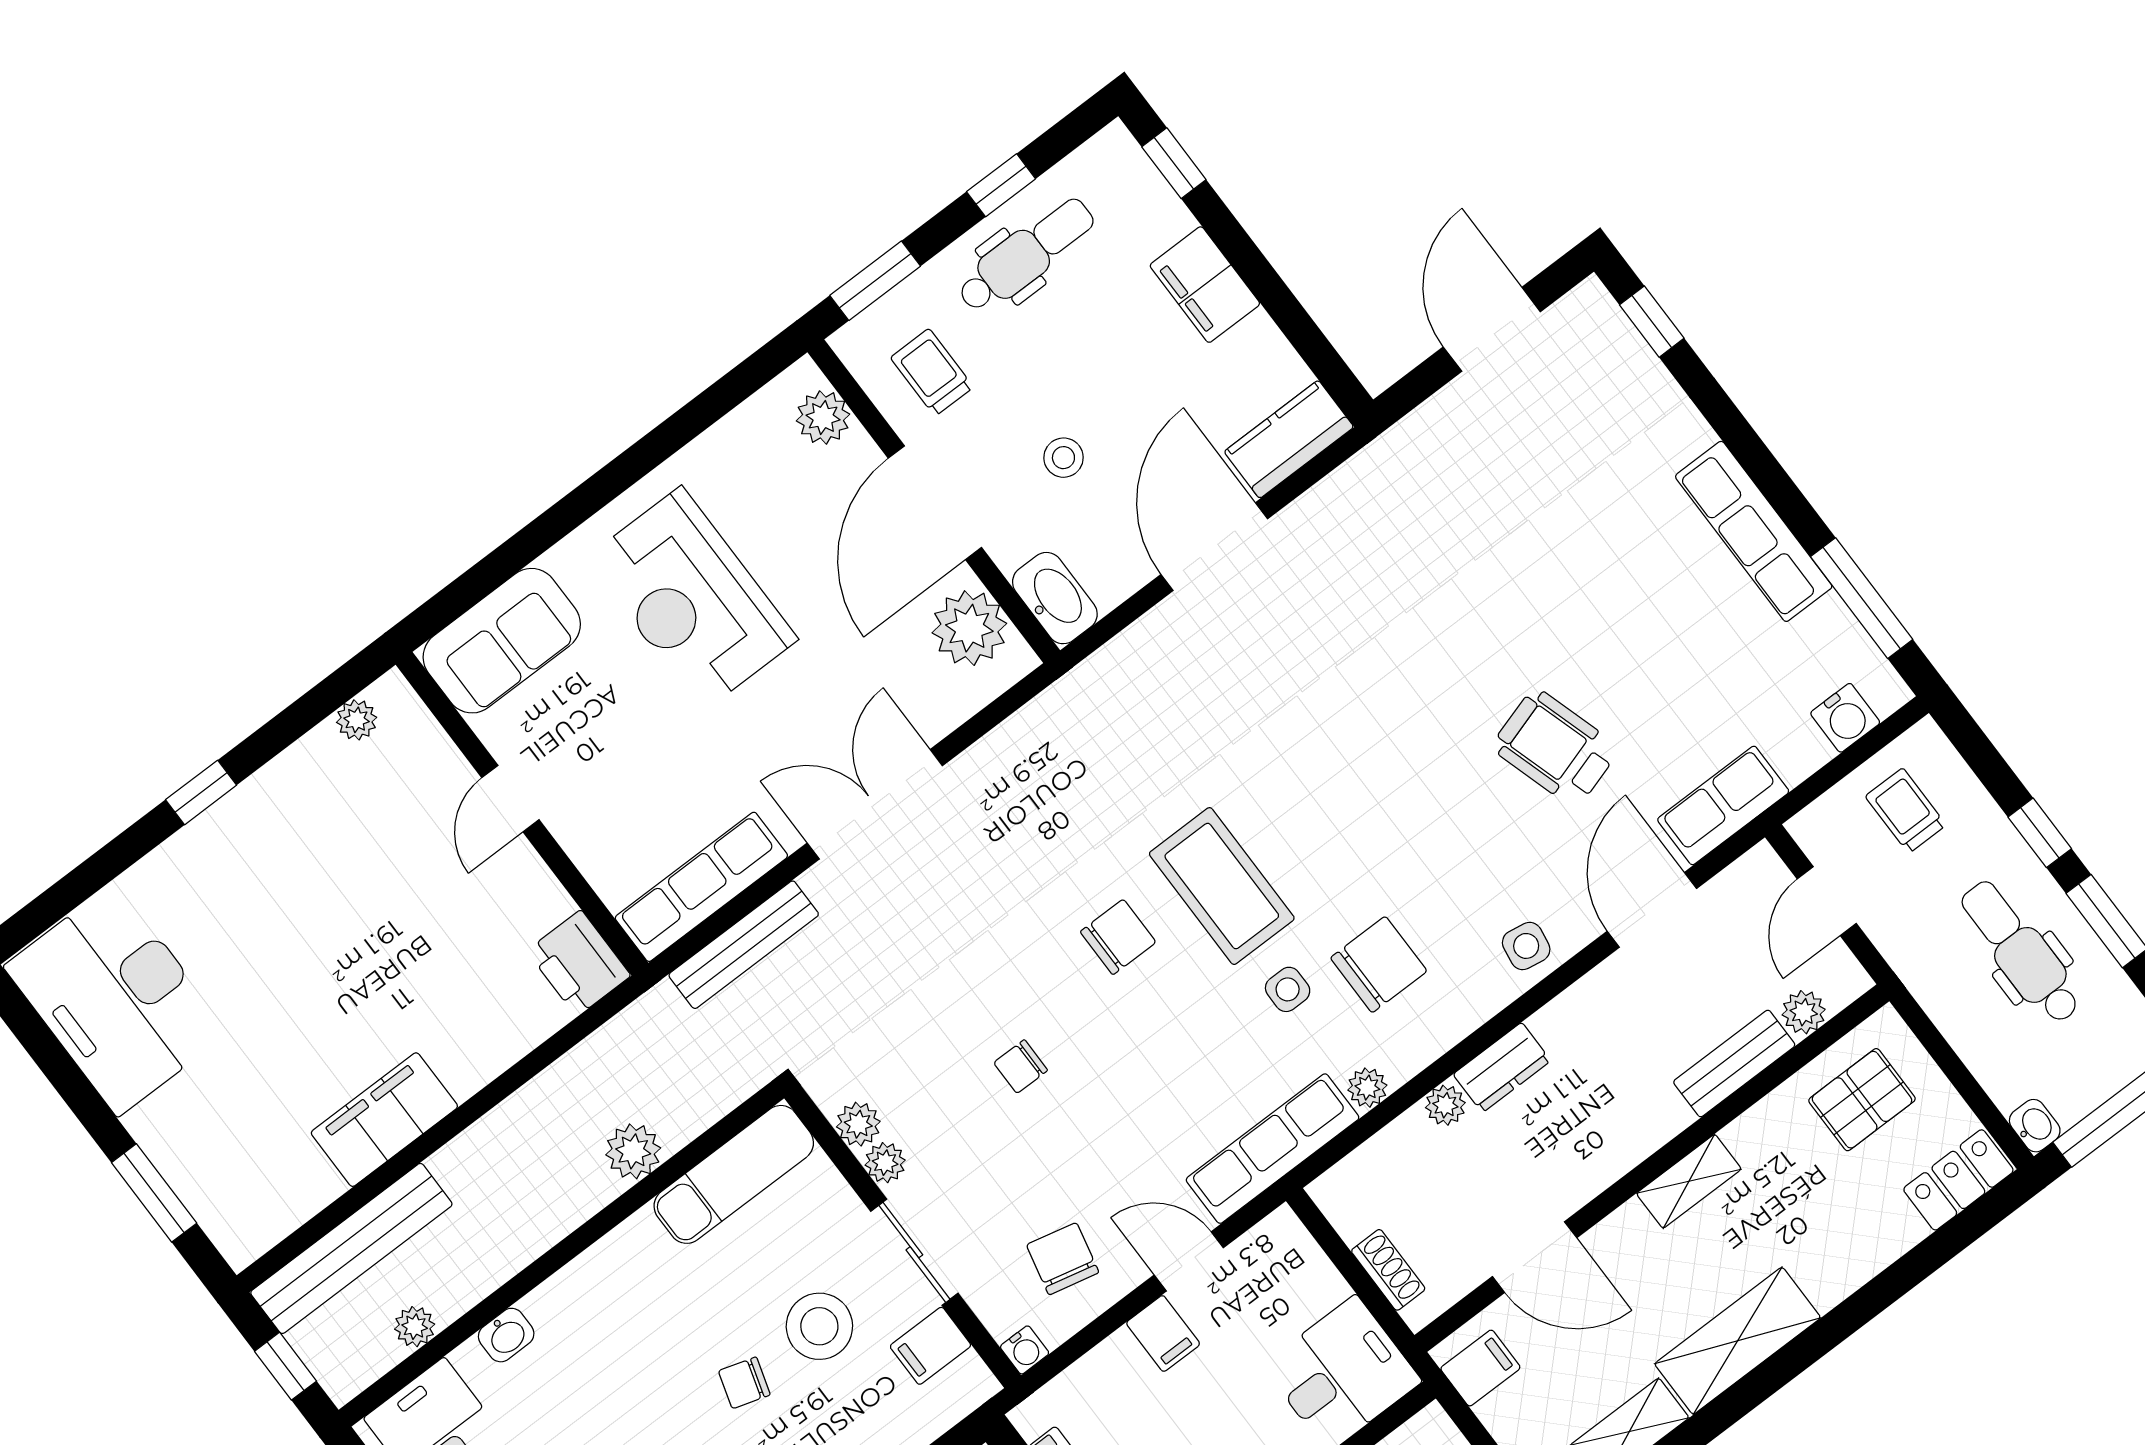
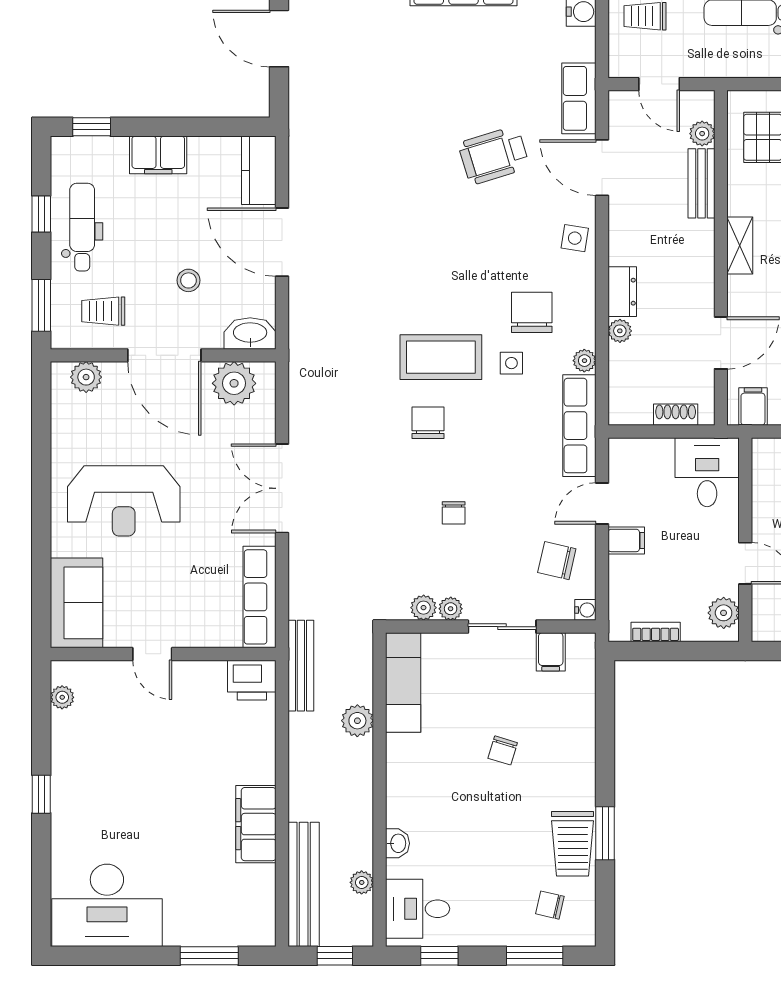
bench: (744, 945) -> (301, 666), moved
stool: (819, 1326) -> (503, 696), removed

